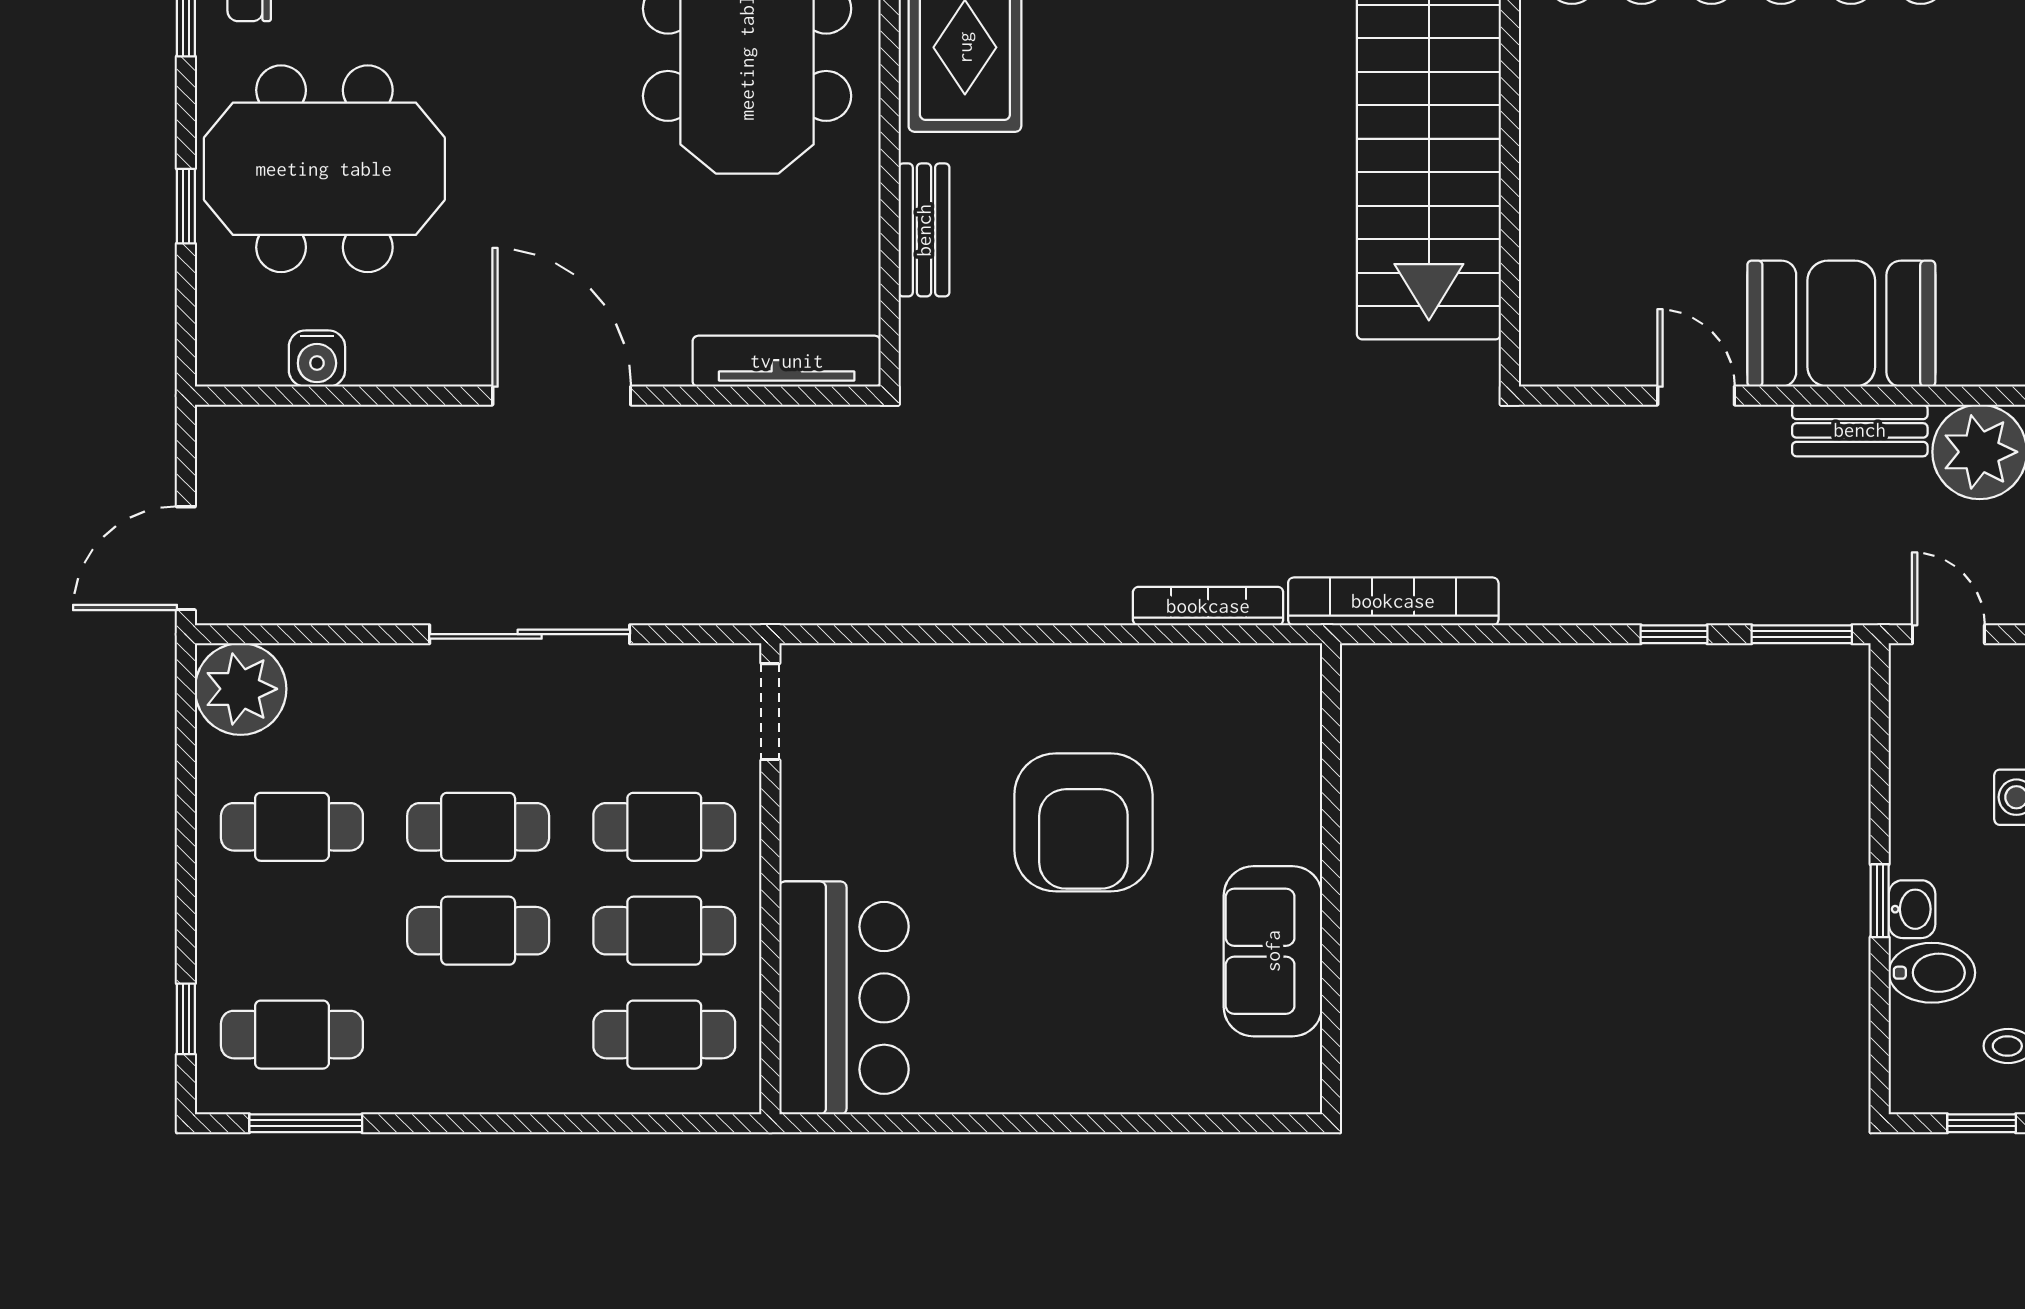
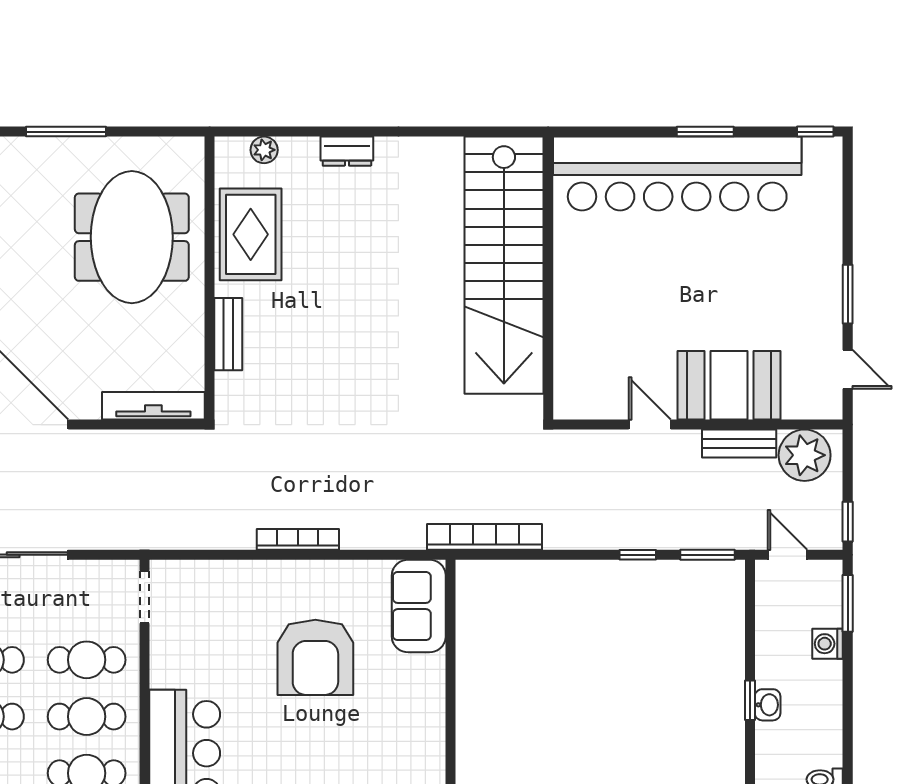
bookcase: (1208, 606) -> (298, 539), moved
sofa: (1273, 951) -> (419, 606), moved
bidet: (1932, 973) -> (778, 739), removed

